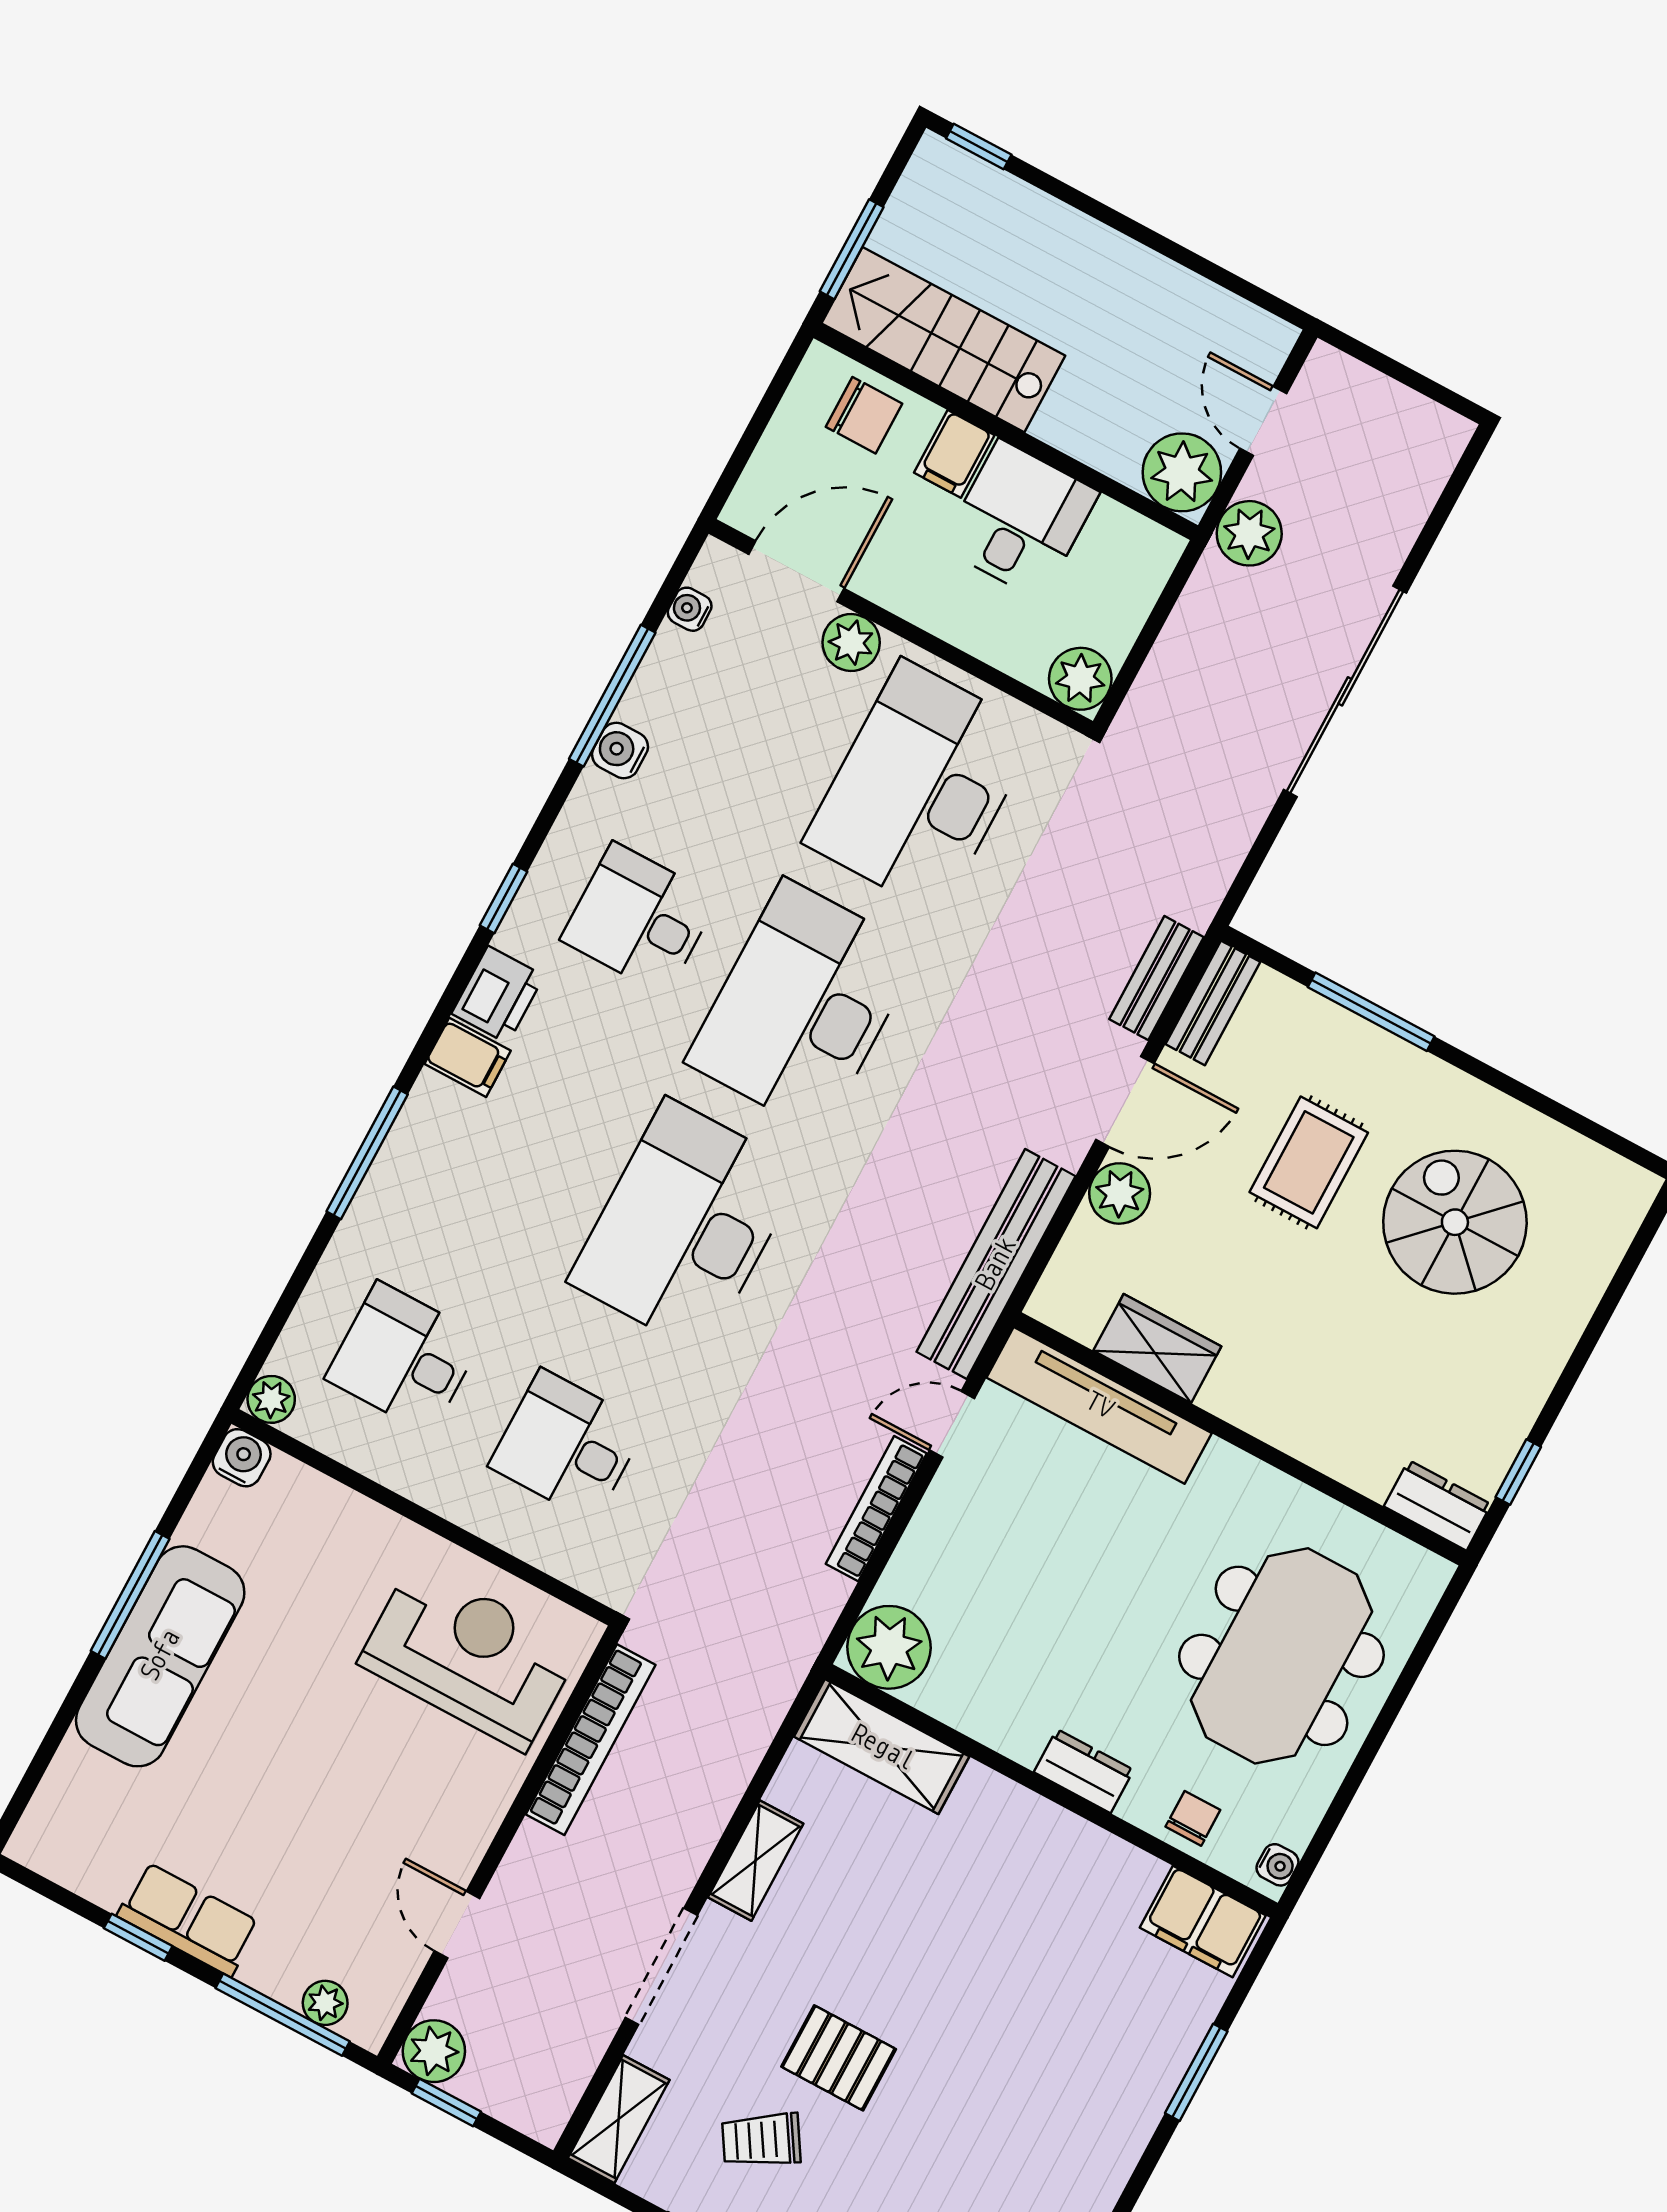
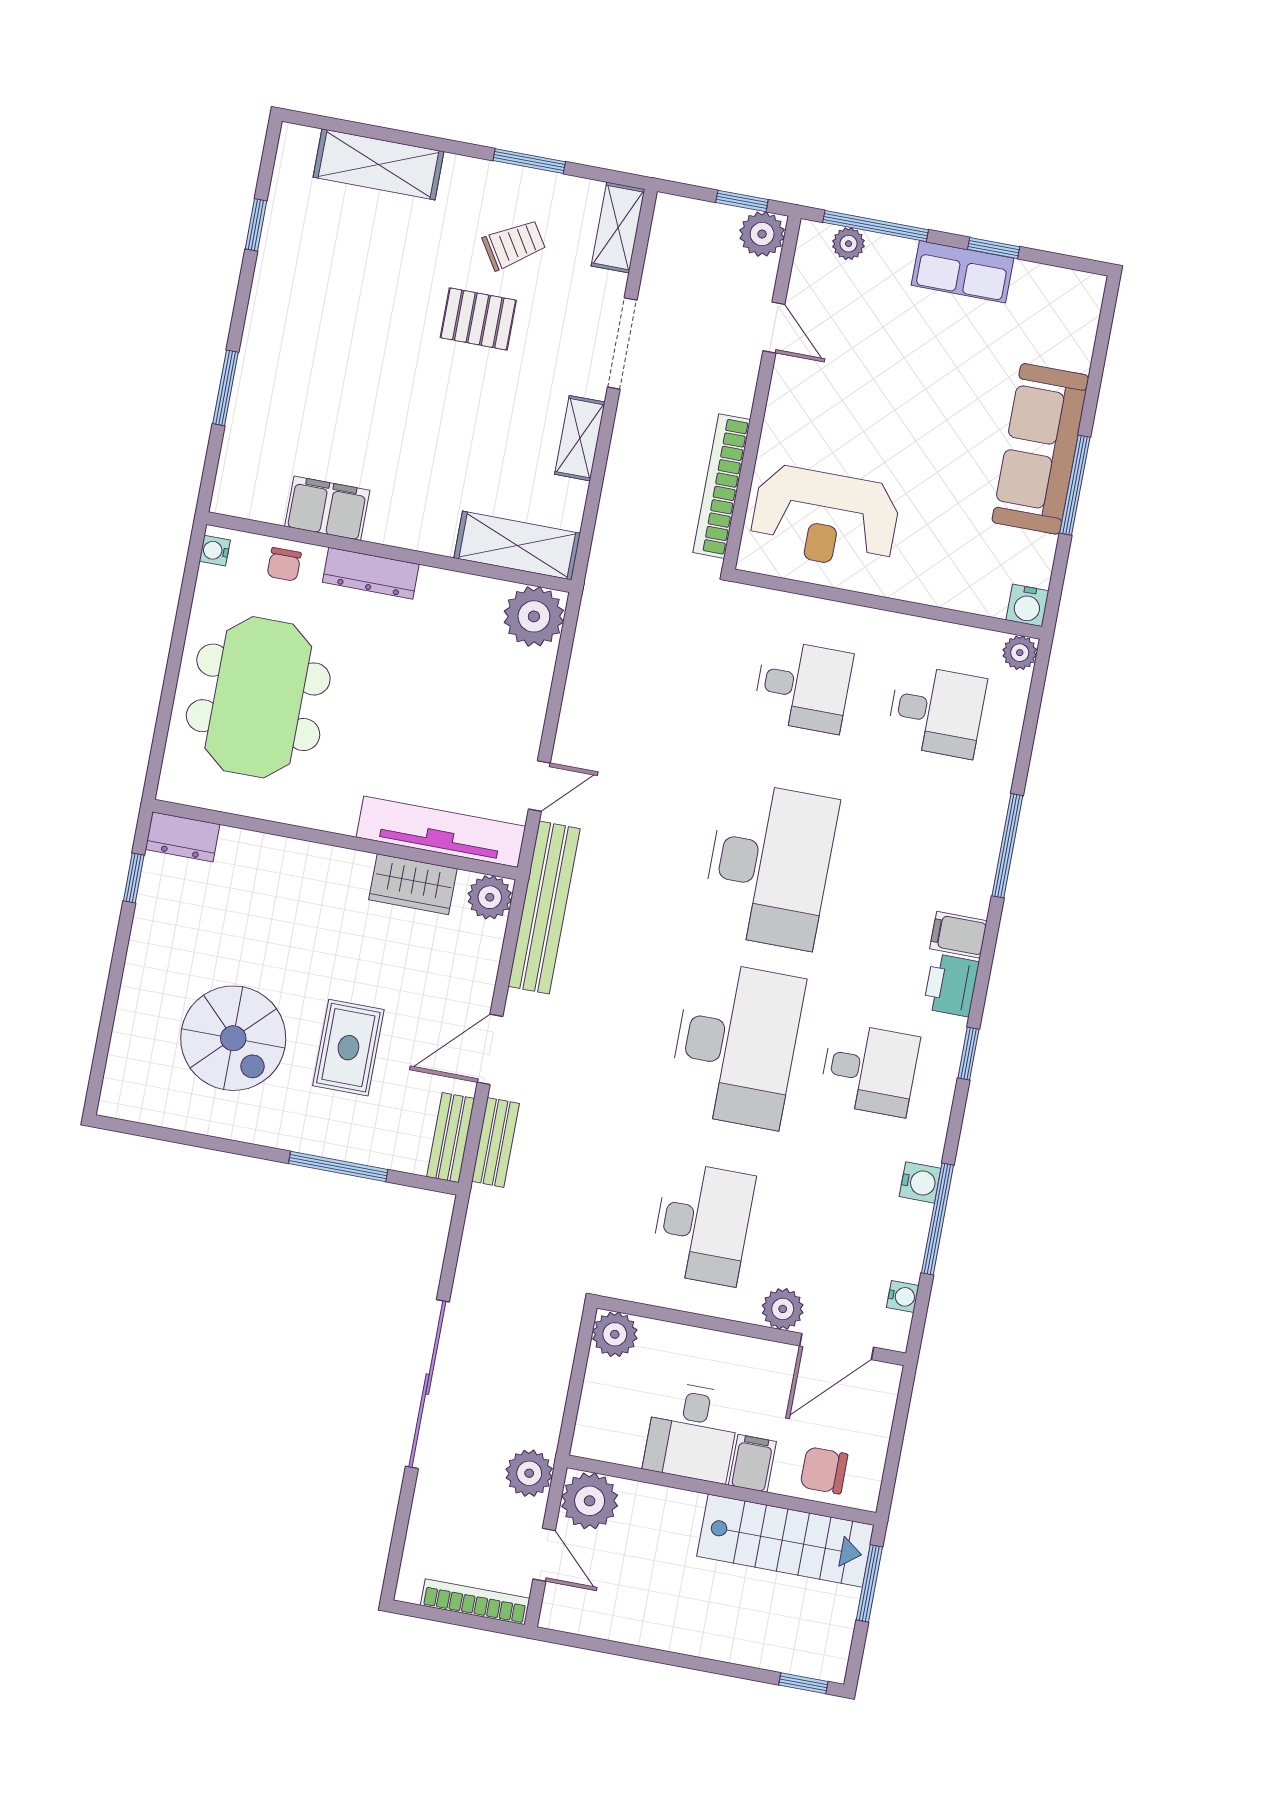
desk: (920, 787) -> (702, 1224), width x0.73, depth x0.77
plant: (1120, 1193) -> (490, 897), moved
bookcase: (876, 1509) -> (475, 1602), moved, turned -90
dresser: (1084, 1771) -> (371, 573), width x1.44
filing cabinet: (1203, 1921) -> (327, 508), moved

